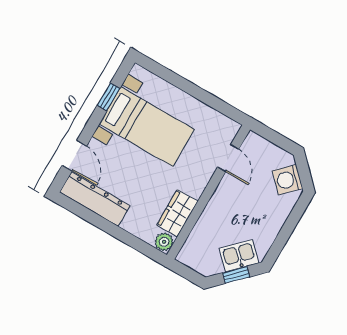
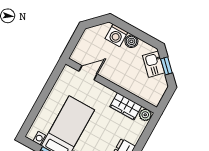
washing machine: (287, 180) -> (116, 35), moved, turned 45
boiler: (274, 223) -> (131, 41), added

